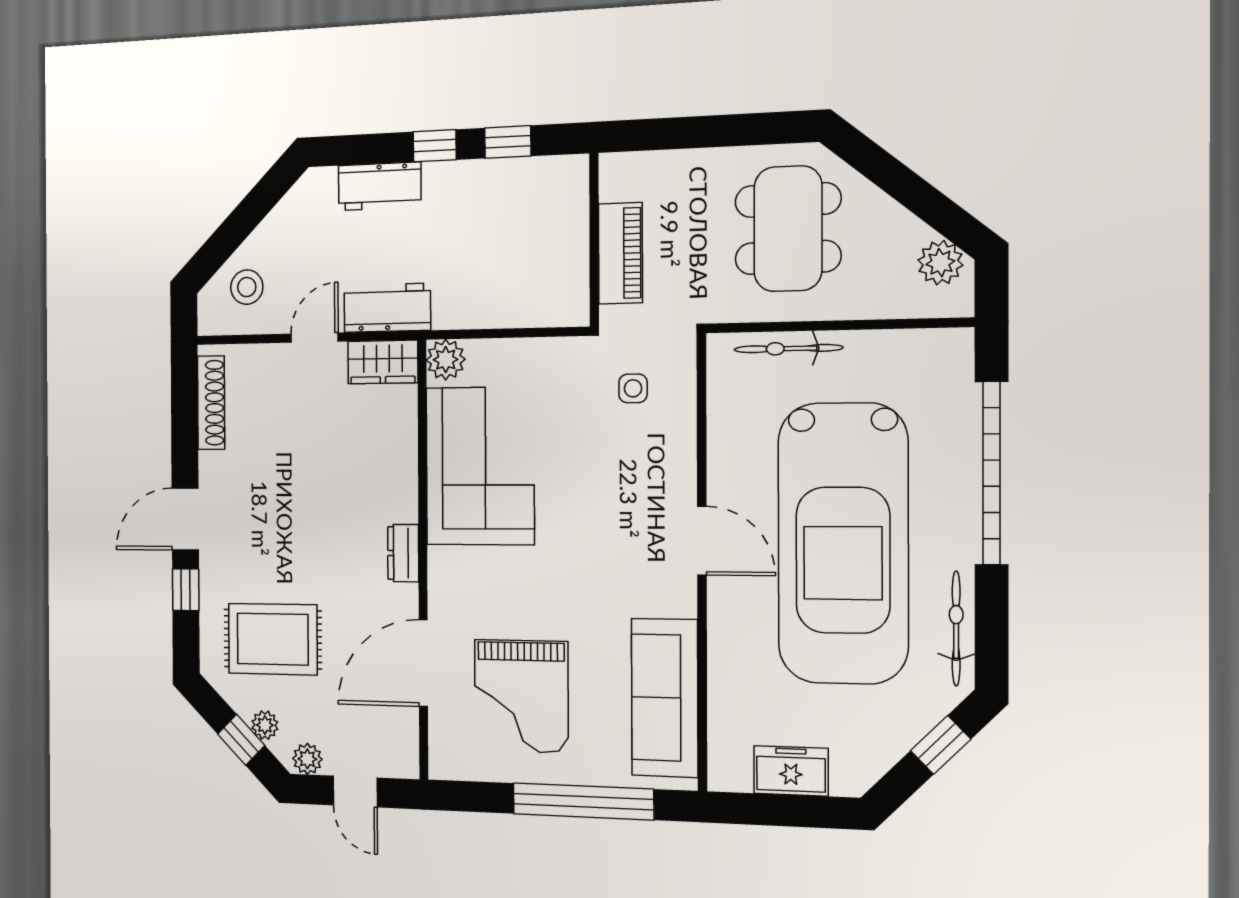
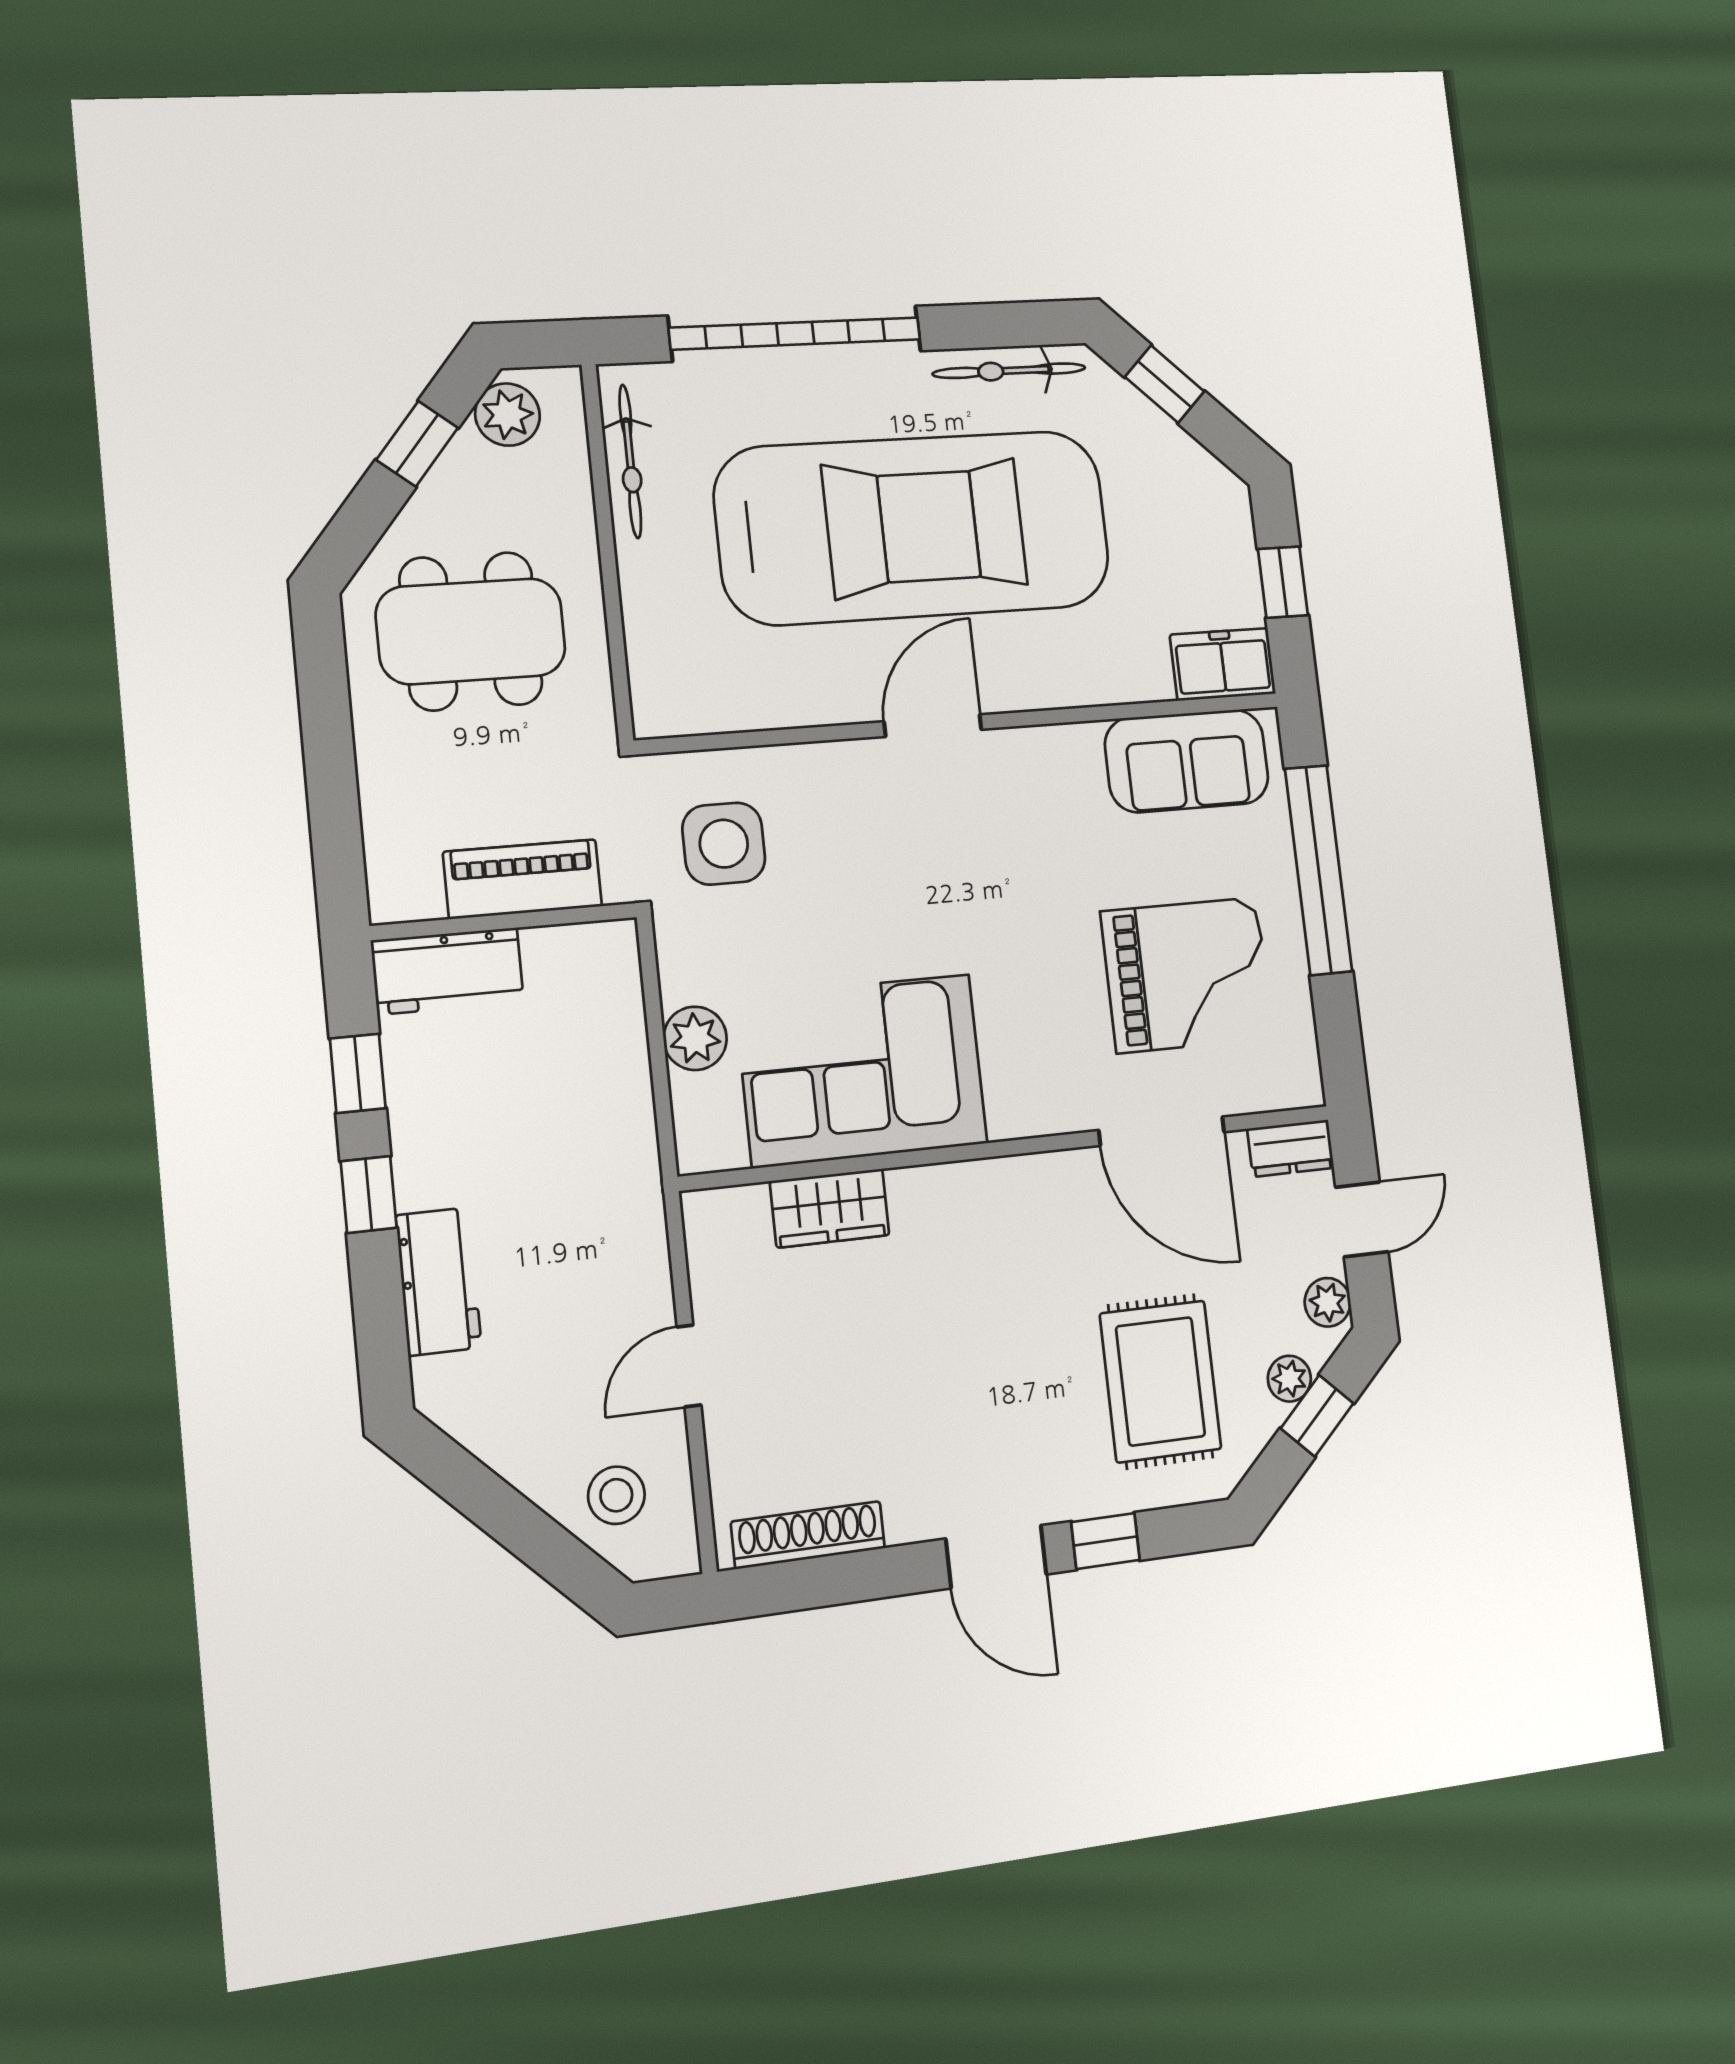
window: (922, 199) -> (417, 444), added
workbench: (387, 308) -> (448, 971), moved, turned -90
door: (315, 338) -> (689, 1366), hinge flipped
bicycle: (788, 349) -> (630, 461), moved
plant: (446, 360) -> (695, 1038), moved
wardrobe: (383, 362) -> (830, 1208), moved, turned 90
side table: (633, 388) -> (724, 844), width x1.87, depth x1.87
dresser: (403, 553) -> (1291, 1148), moved
sofa: (665, 698) -> (1187, 761), width x0.73
freezer: (791, 771) -> (1223, 664), moved, turned 90
window: (787, 811) -> (1283, 582), added

